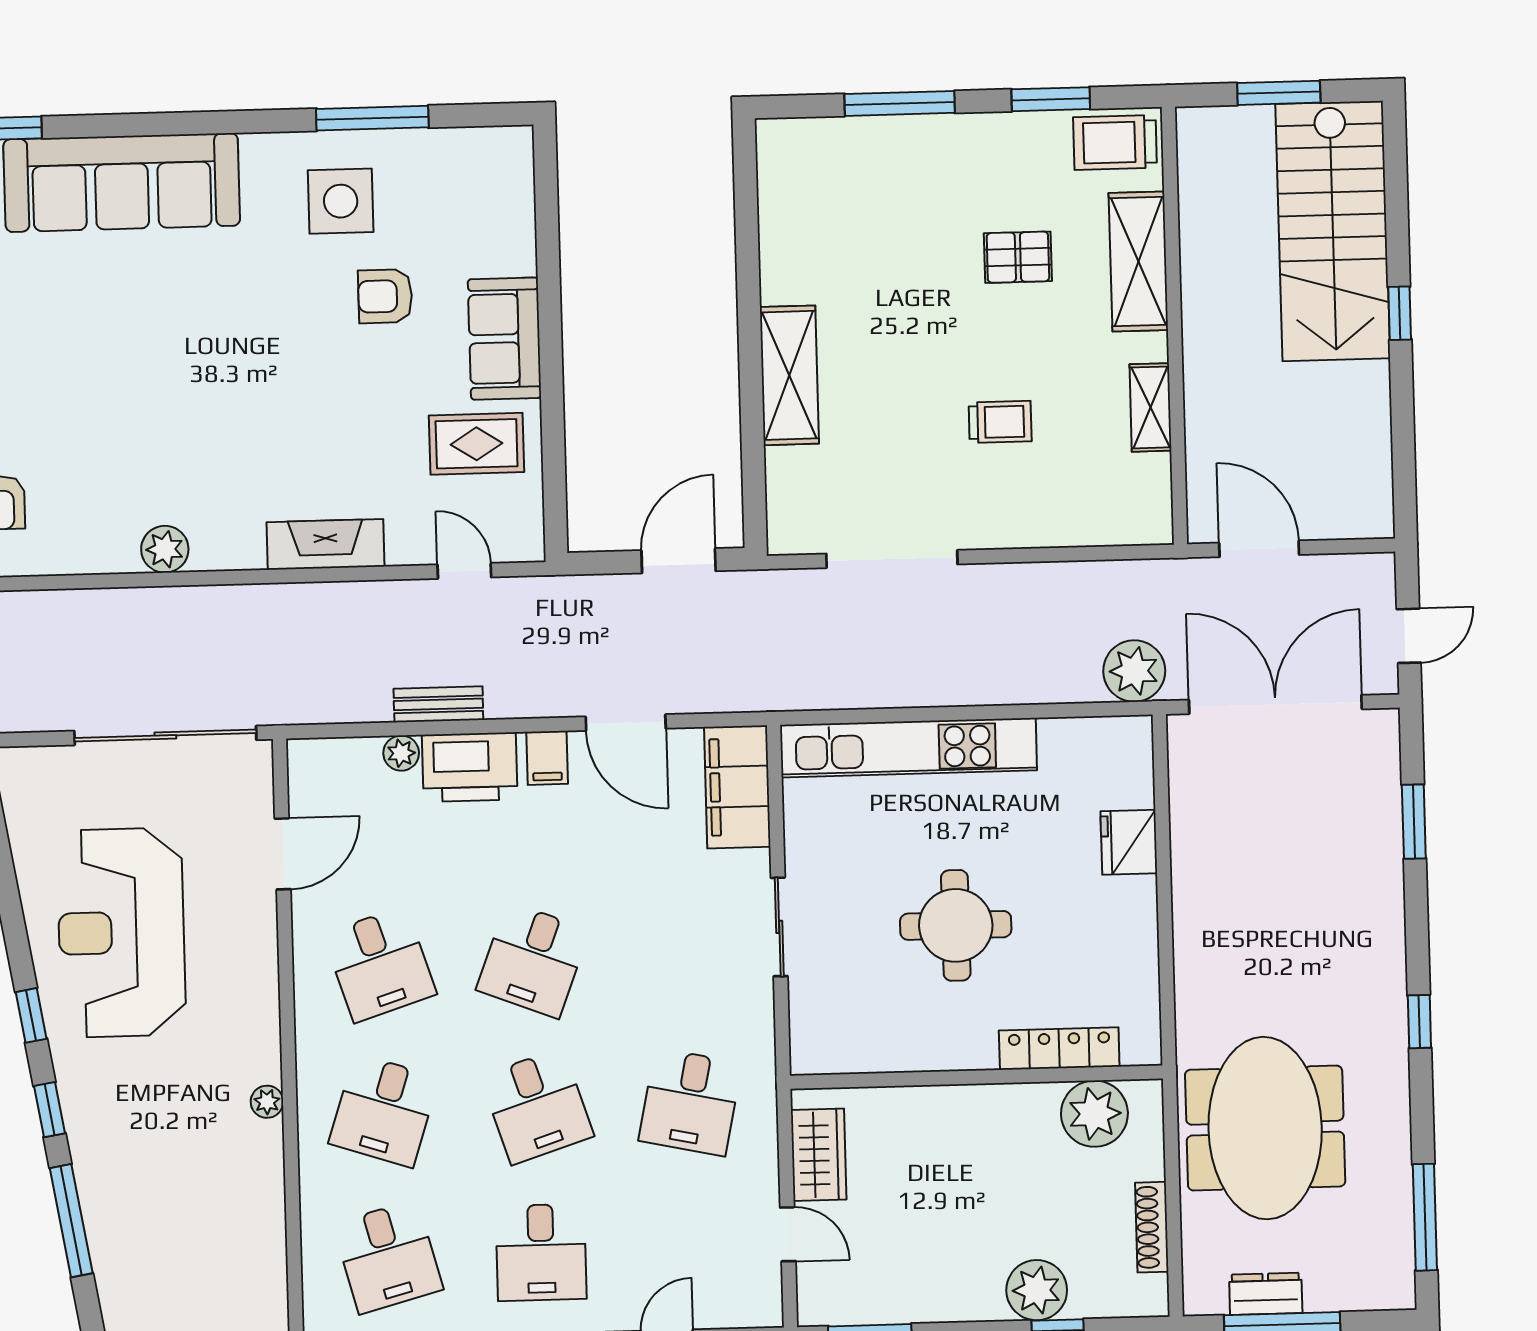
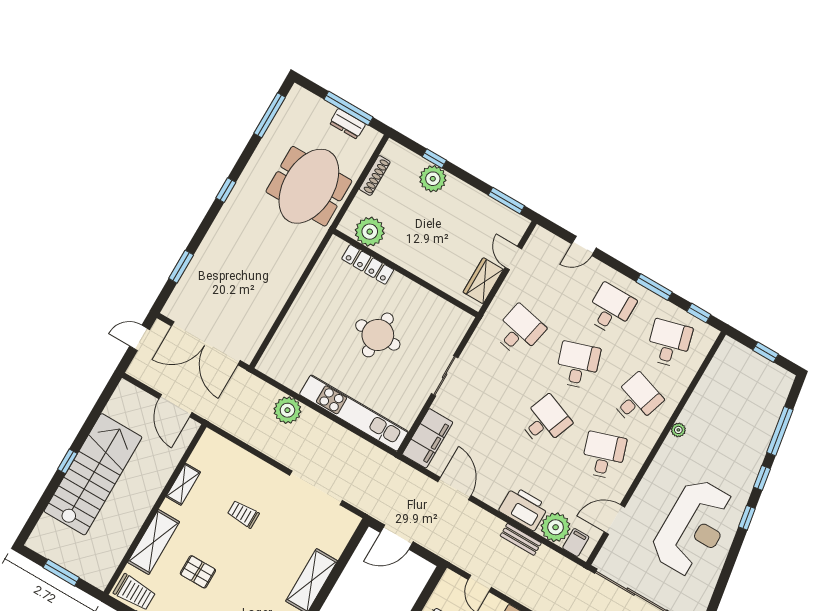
stairs: (1333, 231) -> (93, 474), moved
plant: (1134, 671) -> (287, 410), moved
plant: (401, 753) -> (556, 527), width x1.88, depth x1.88
filing cabinet: (547, 758) -> (576, 542), moved
fridge: (1129, 842) -> (293, 326), removed

